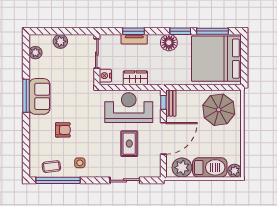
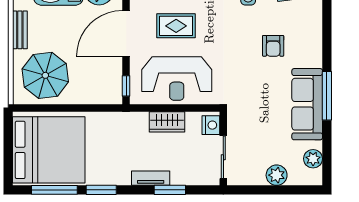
tv unit: (134, 39) -> (151, 178), moved
floor lamp: (169, 43) -> (118, 173), removed
sofa: (39, 96) -> (307, 104), width x1.36
bench: (171, 103) -> (20, 30), moved
armchair: (63, 130) -> (273, 46), turned -90
rug: (129, 144) -> (176, 26), turned 90

